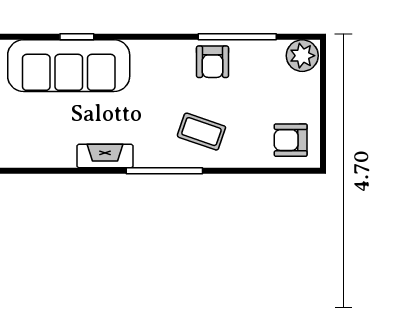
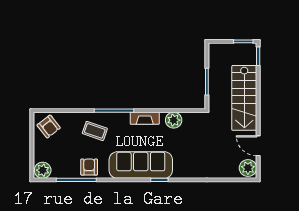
sofa: (69, 66) -> (141, 165), moved
armchair: (291, 140) -> (49, 127), turned 52
plant: (49, 152) -> (174, 120), added

